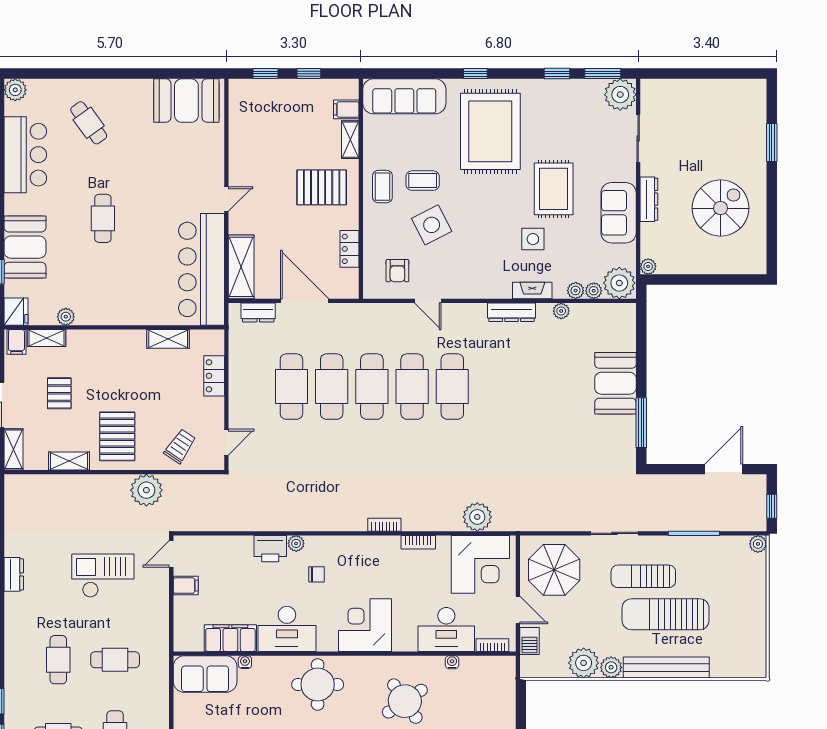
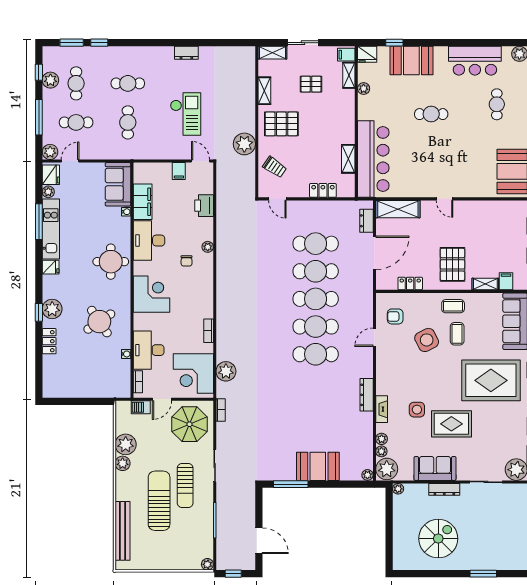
cafe table: (89, 123) -> (497, 104), turned -54
spiral stairs: (721, 208) -> (438, 539), turned -90
bar counter: (201, 269) -> (373, 159), moved, turned 90
plant: (561, 311) -> (367, 475), moved
bookcase: (384, 525) -> (221, 410), moved
printer: (270, 549) -> (204, 206), moved
sun lounger: (643, 576) -> (185, 486), turned 180
bench: (666, 667) -> (123, 531), moved

